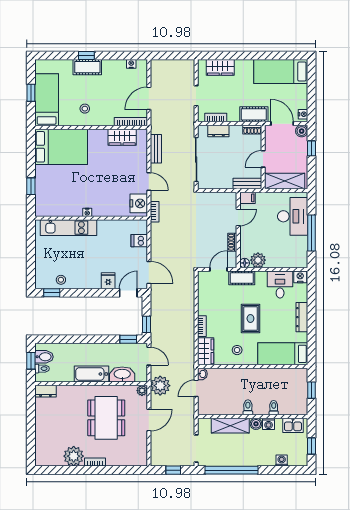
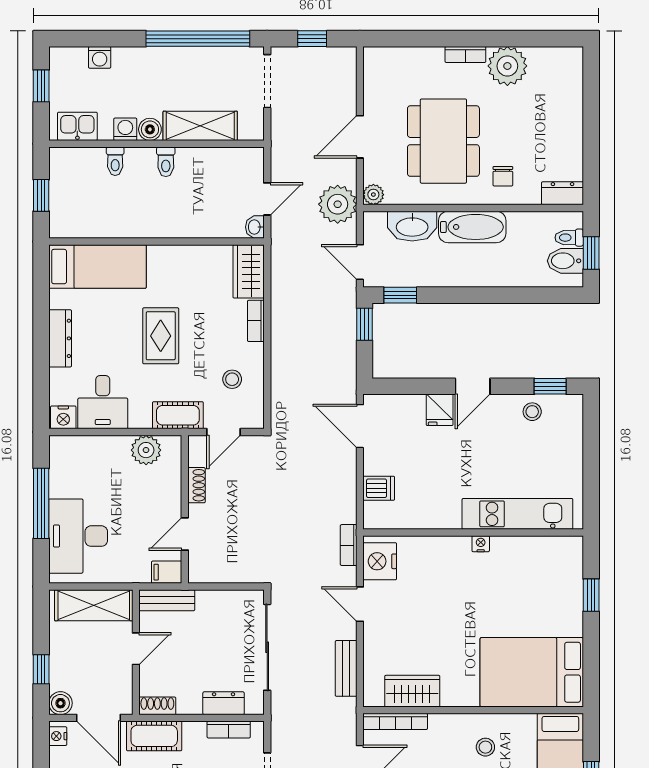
floor lamp: (245, 263) -> (172, 445), removed
door: (128, 293) -> (473, 386), moved
stool: (237, 350) -> (232, 379), moved
chair: (76, 400) -> (503, 176), added

